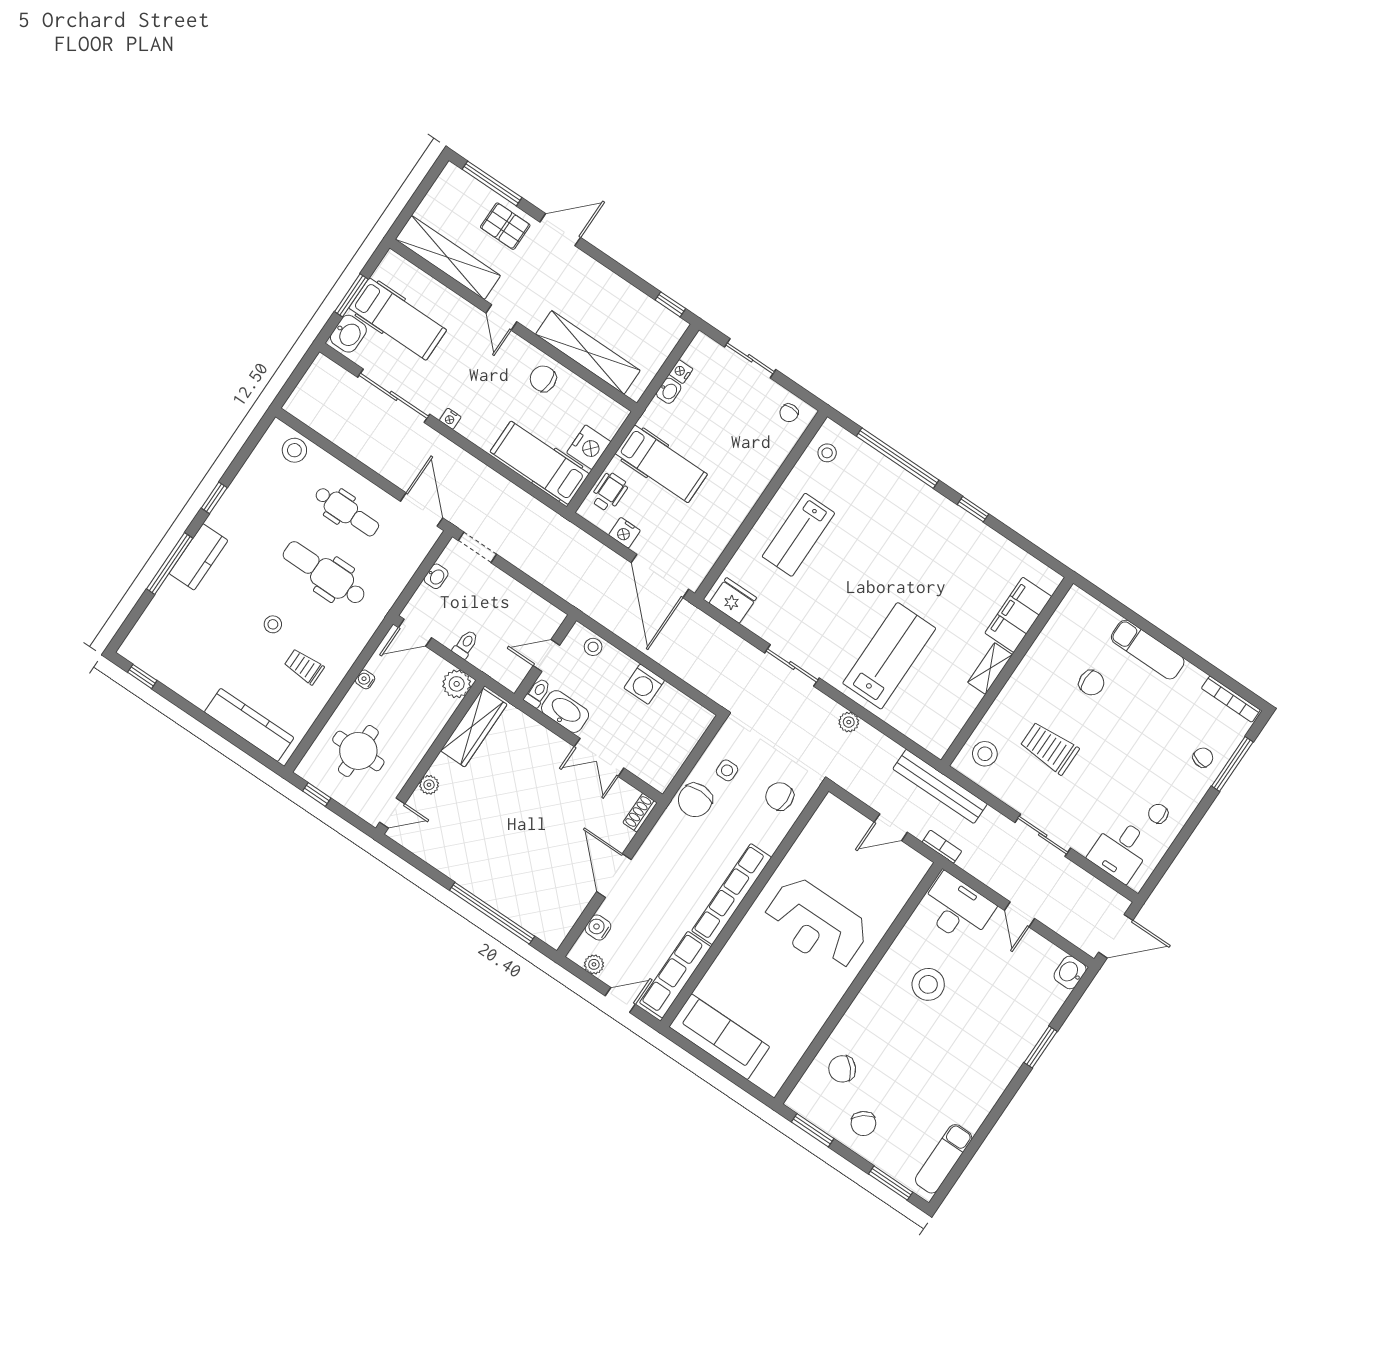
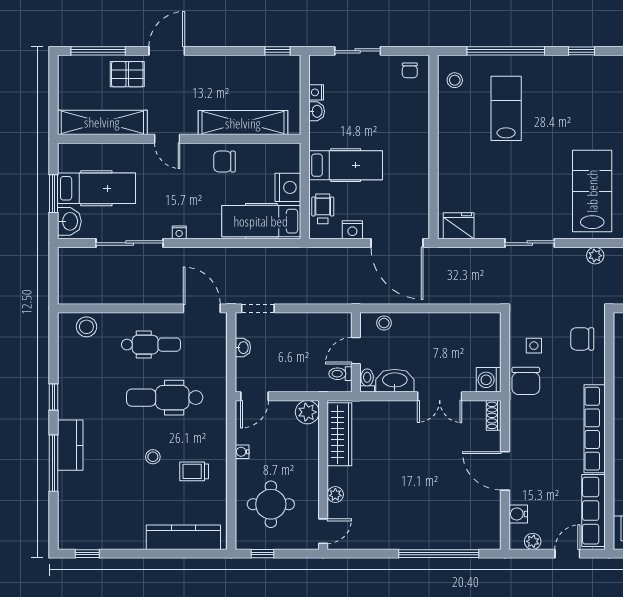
lab bench: (798, 535) -> (506, 108), moved, turned 180
toilet: (465, 644) -> (340, 374), moved, turned -90
washing machine: (644, 684) -> (489, 380), moved, turned 90

